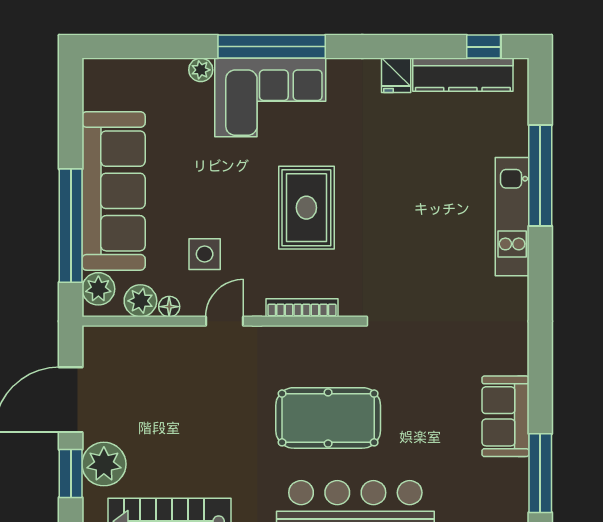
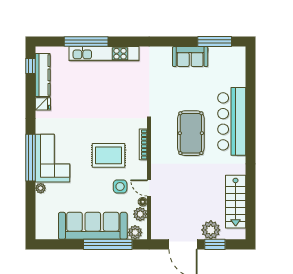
rug: (306, 208) -> (109, 155), moved
kitchen unit: (512, 217) -> (104, 54), width x1.36
door: (224, 321) -> (149, 188), moved

